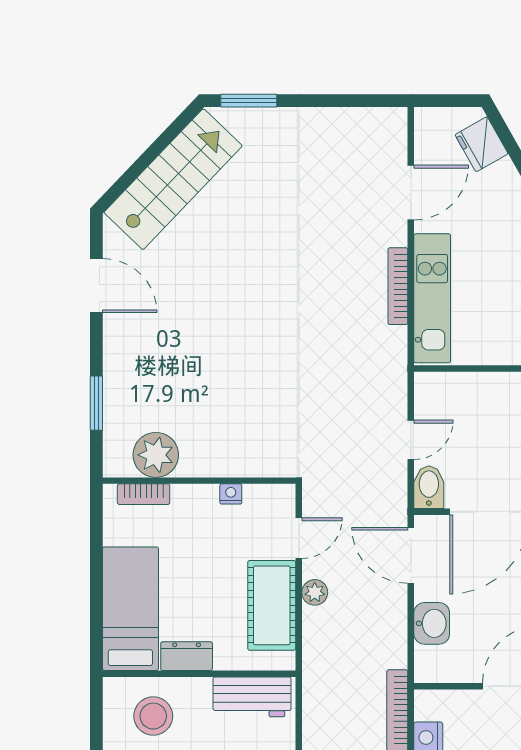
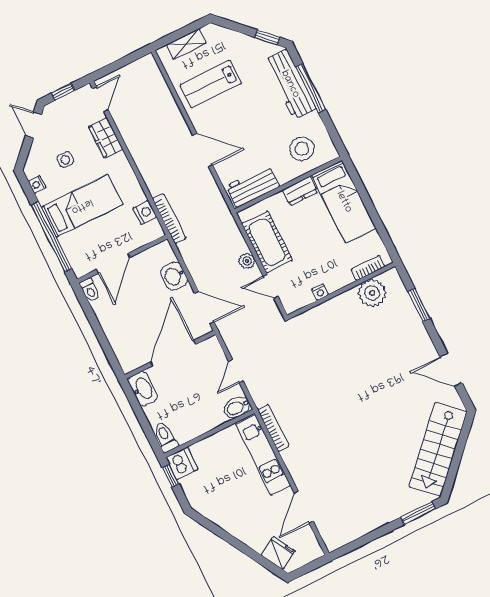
bookcase: (398, 286) -> (273, 428), moved
bidet: (429, 487) -> (237, 407), moved, turned 90
door: (299, 538) -> (271, 286), hinge flipped

